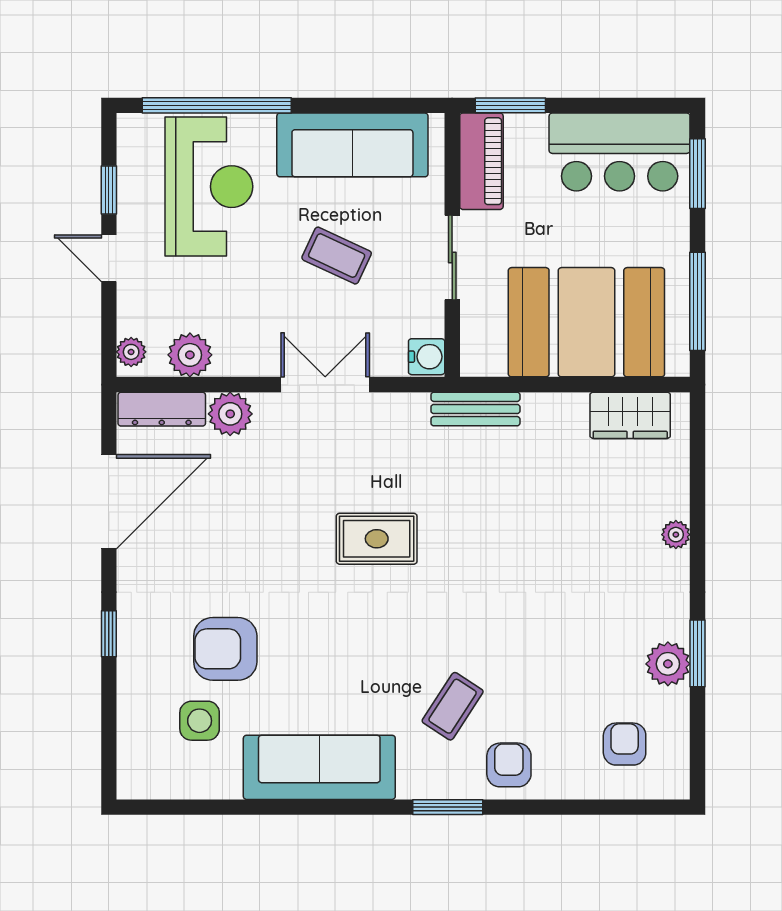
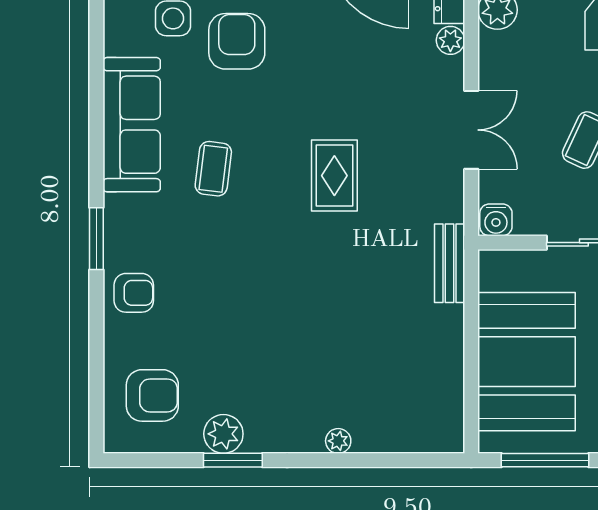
plant: (230, 414) -> (450, 40), width x0.73, depth x0.73
wardrobe: (630, 415) -> (444, 400), removed
coffee table: (453, 706) -> (213, 169), moved, turned 64
armchair: (625, 744) -> (152, 395), width x1.38, depth x1.38

